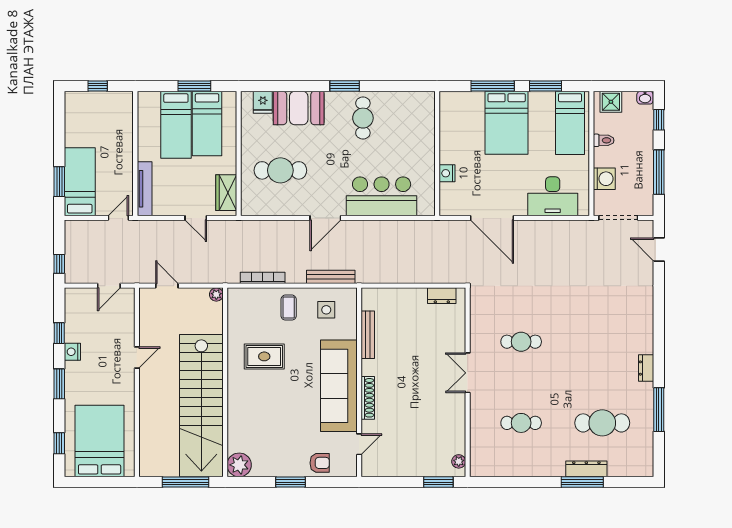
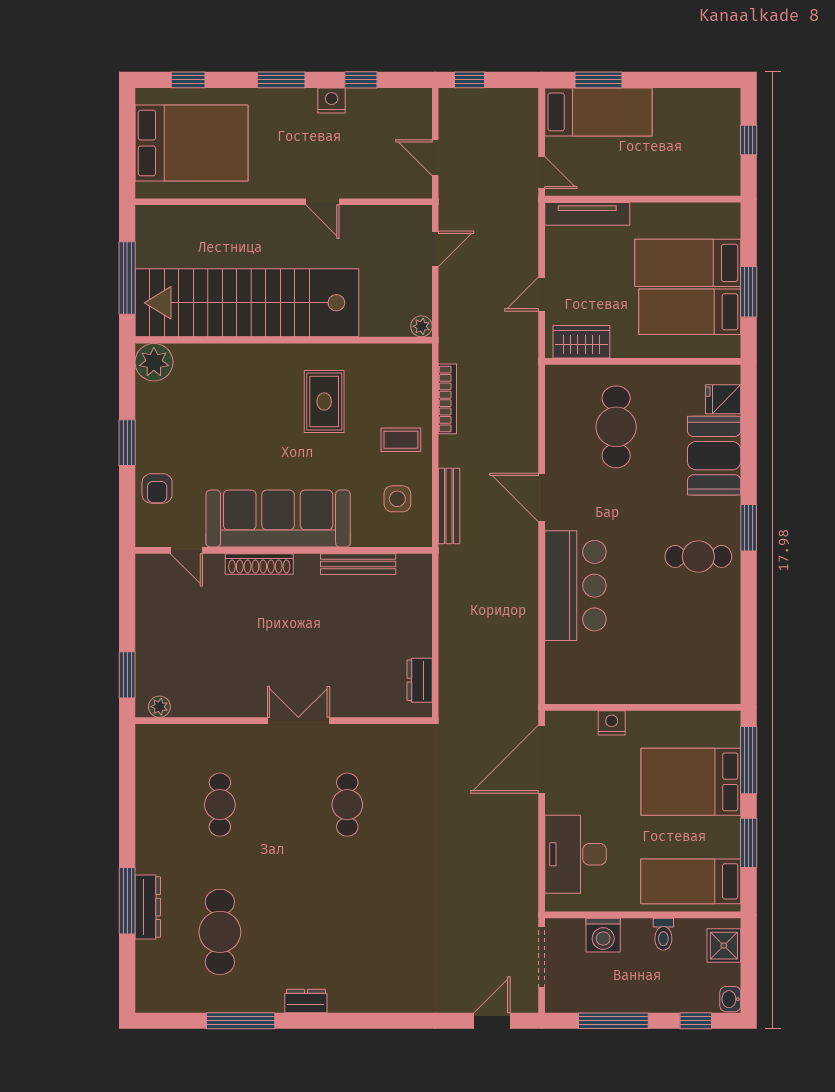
wall: (437, 153) -> (643, 707), moved
nightstand: (447, 173) -> (612, 723), moved

